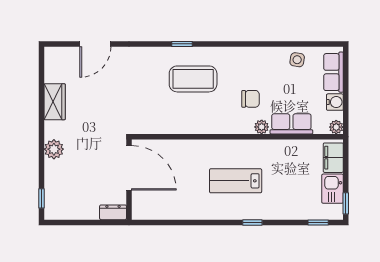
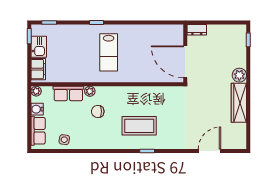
wardrobe: (55, 102) -> (239, 103), width x1.50
lab bench: (236, 181) -> (109, 52), turned 90

